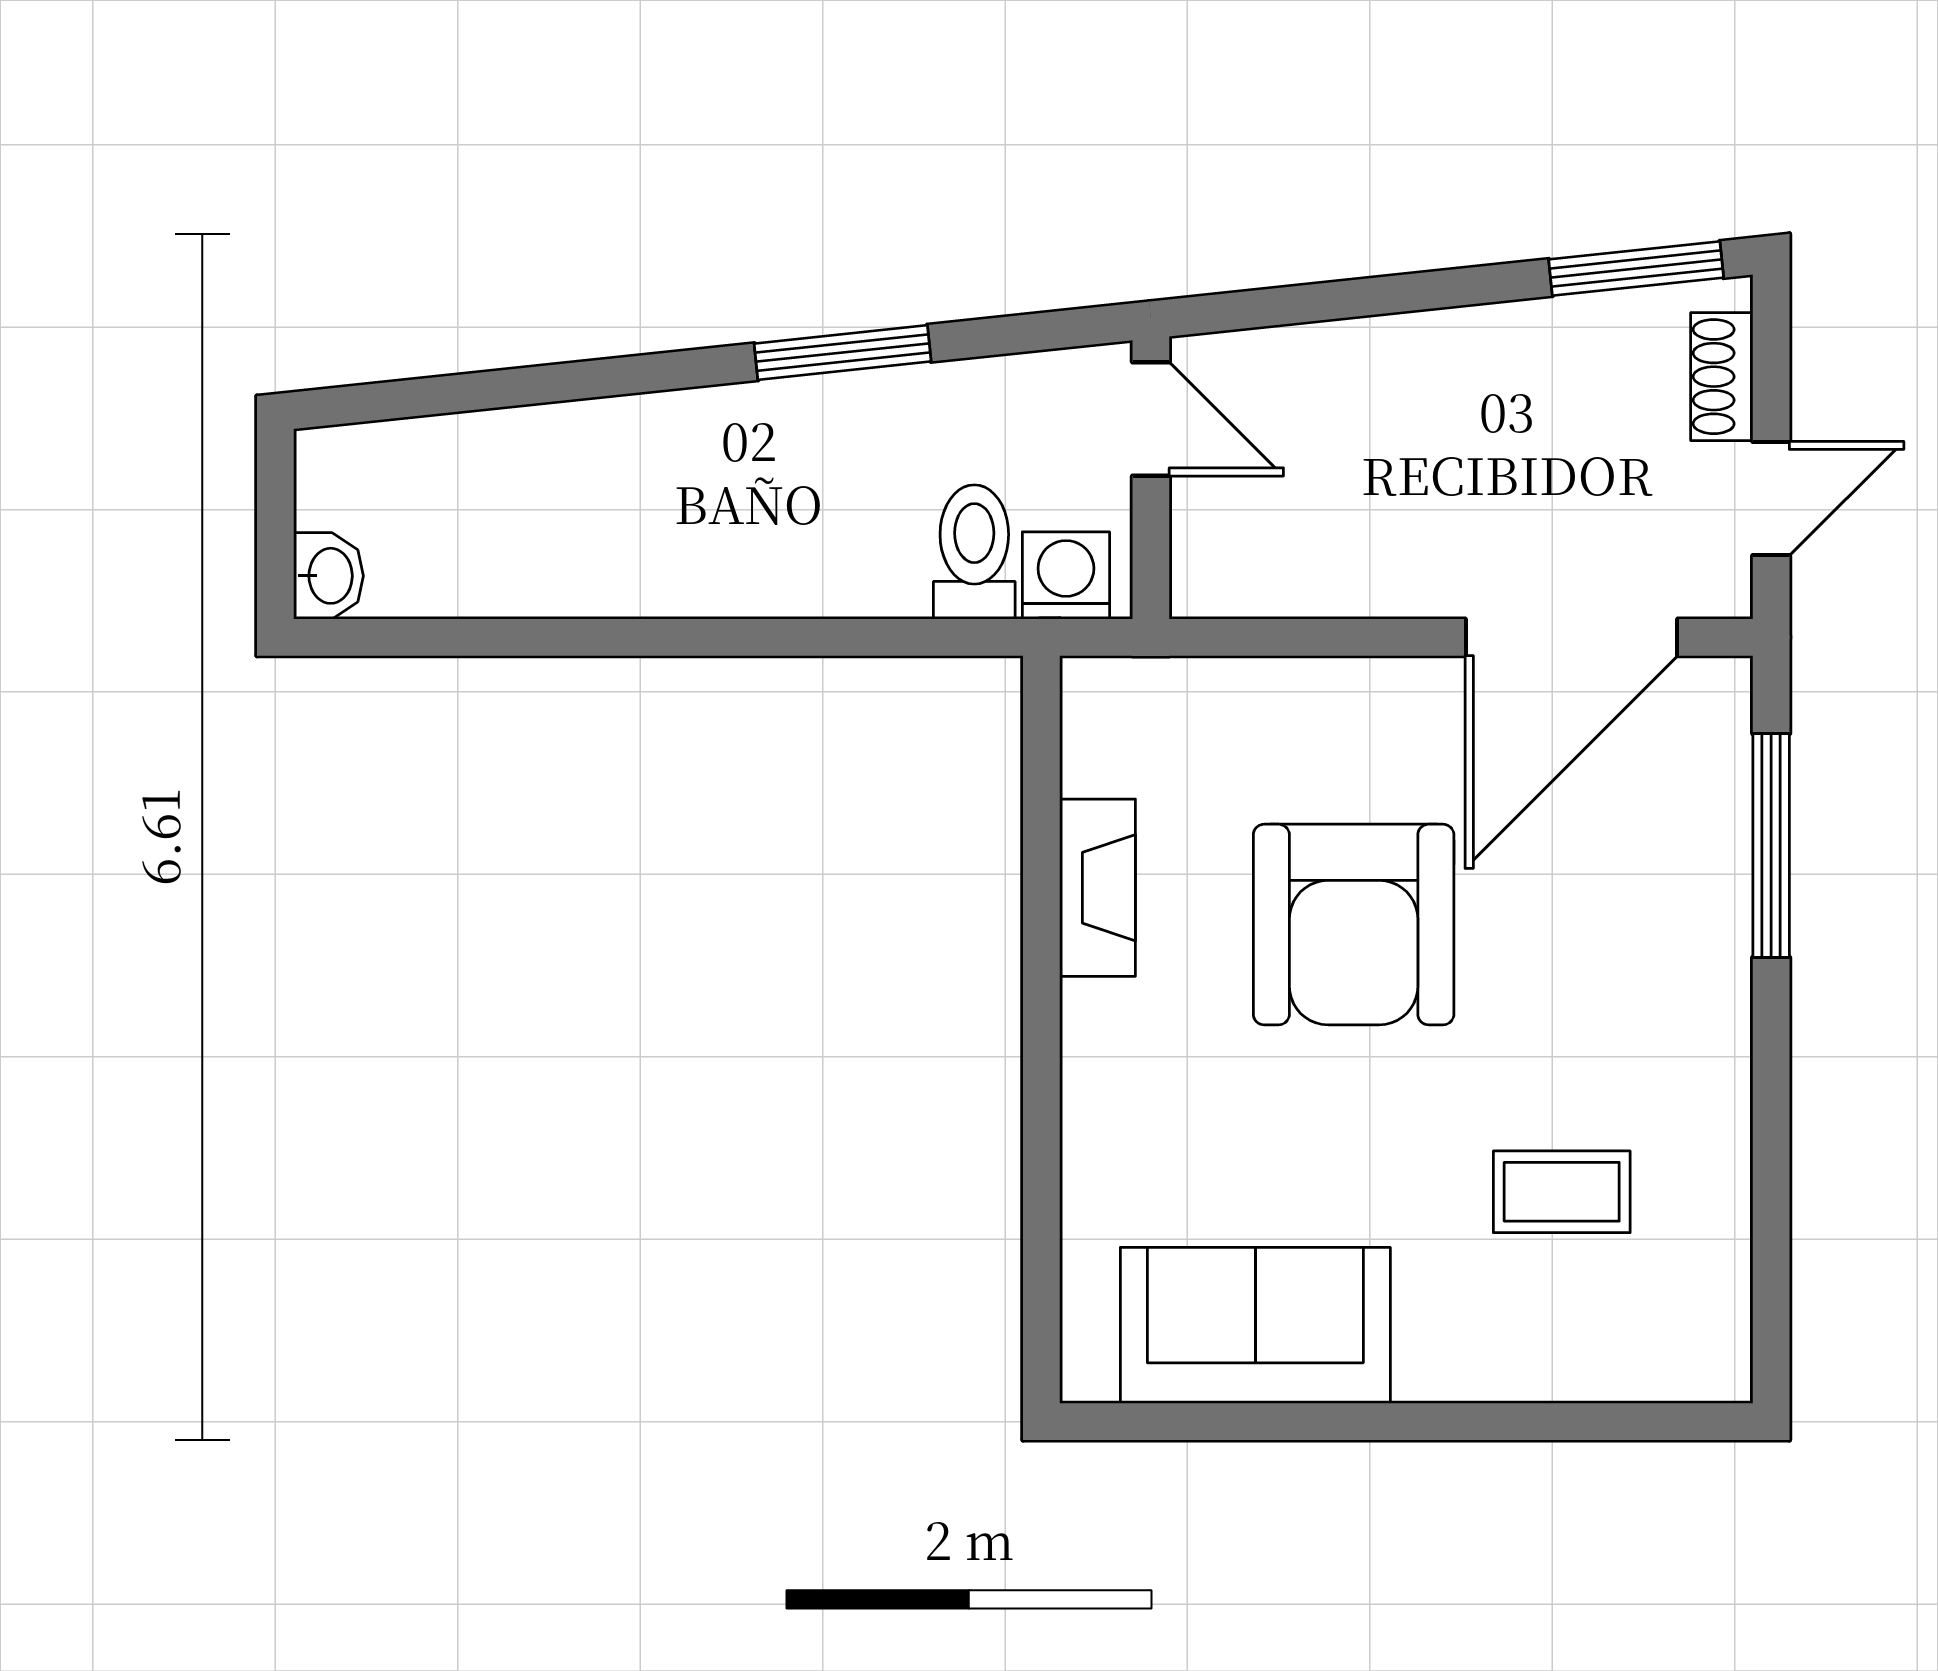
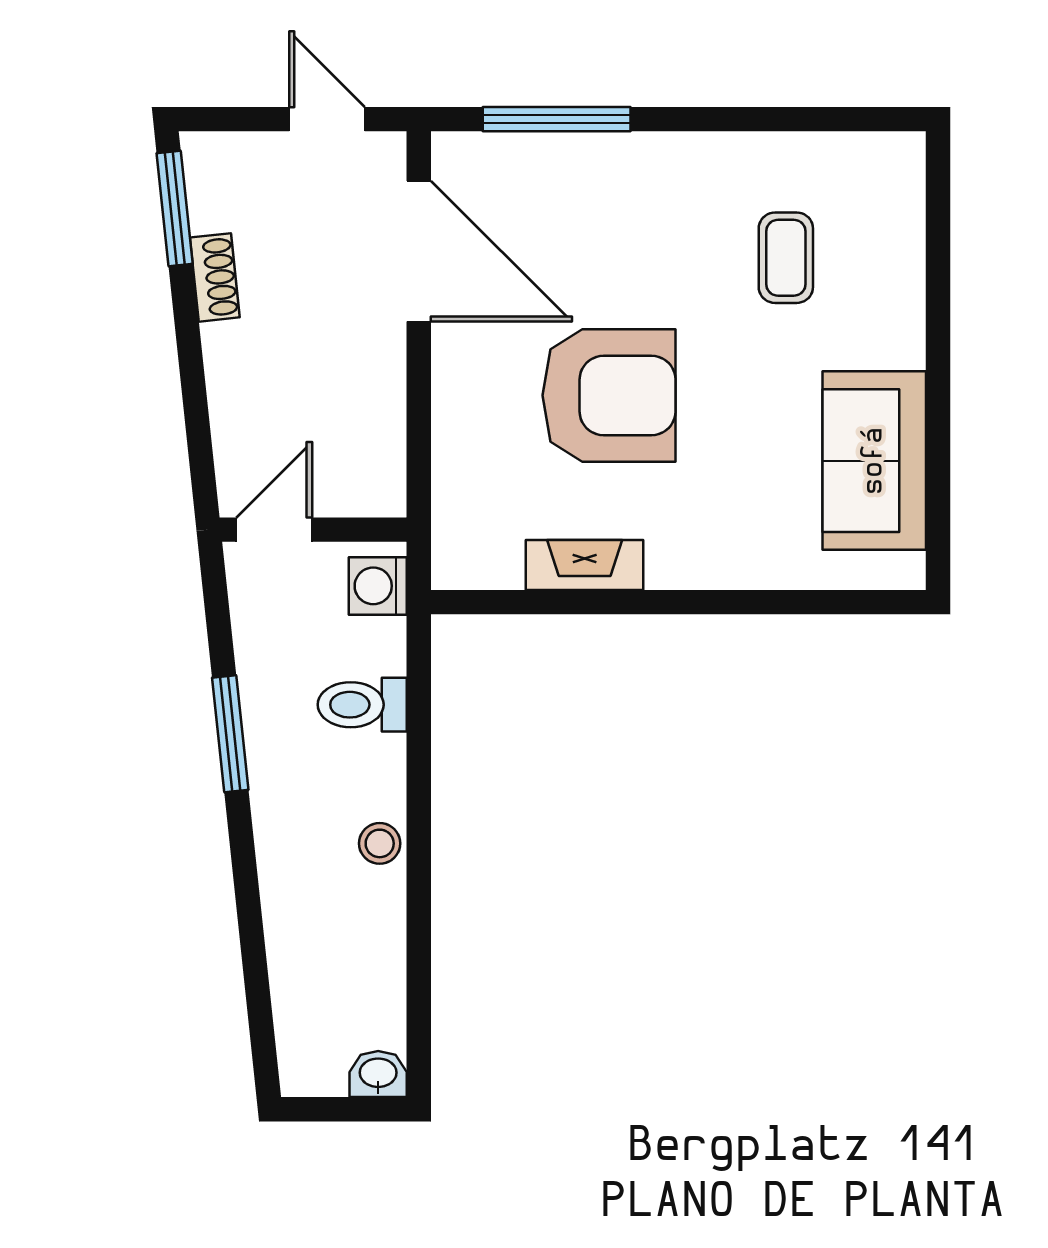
shoe rack: (1722, 377) -> (215, 277), moved, turned -96
toilet: (974, 552) -> (362, 705), moved
stool: (677, 578) -> (380, 843), added

